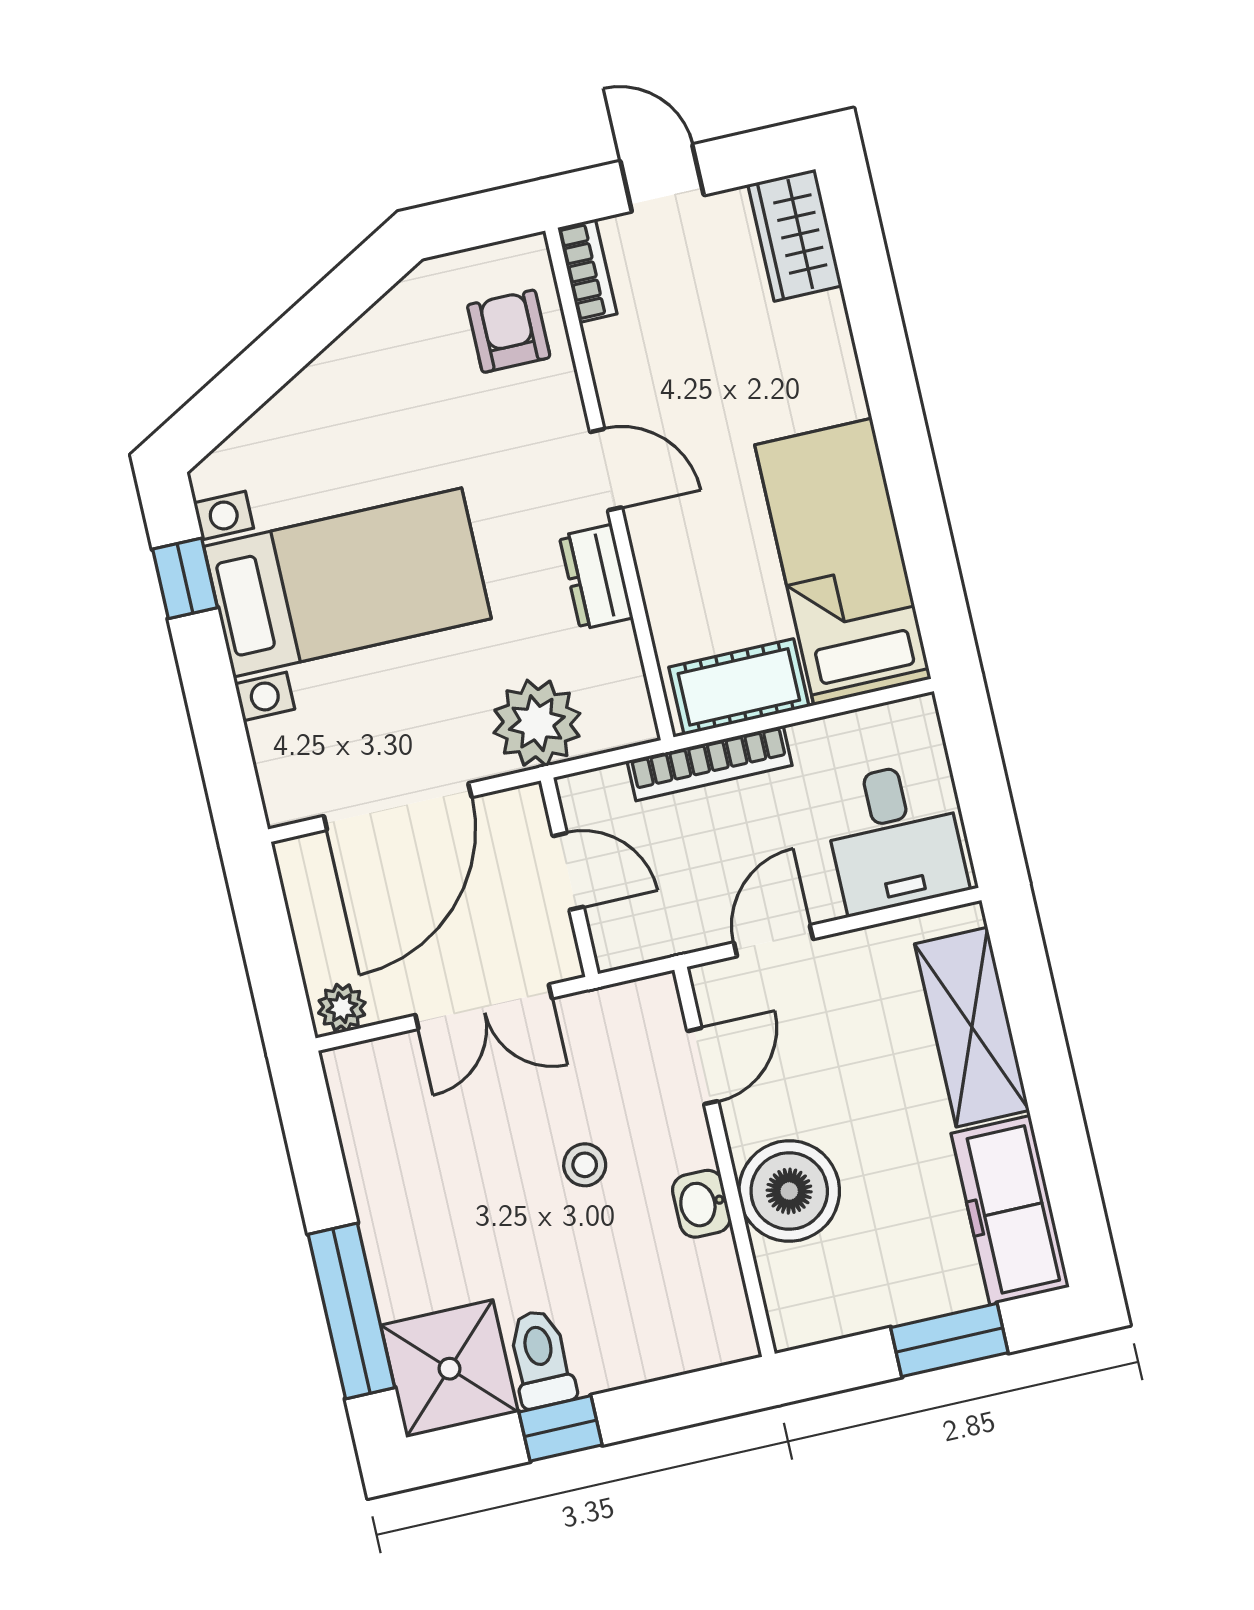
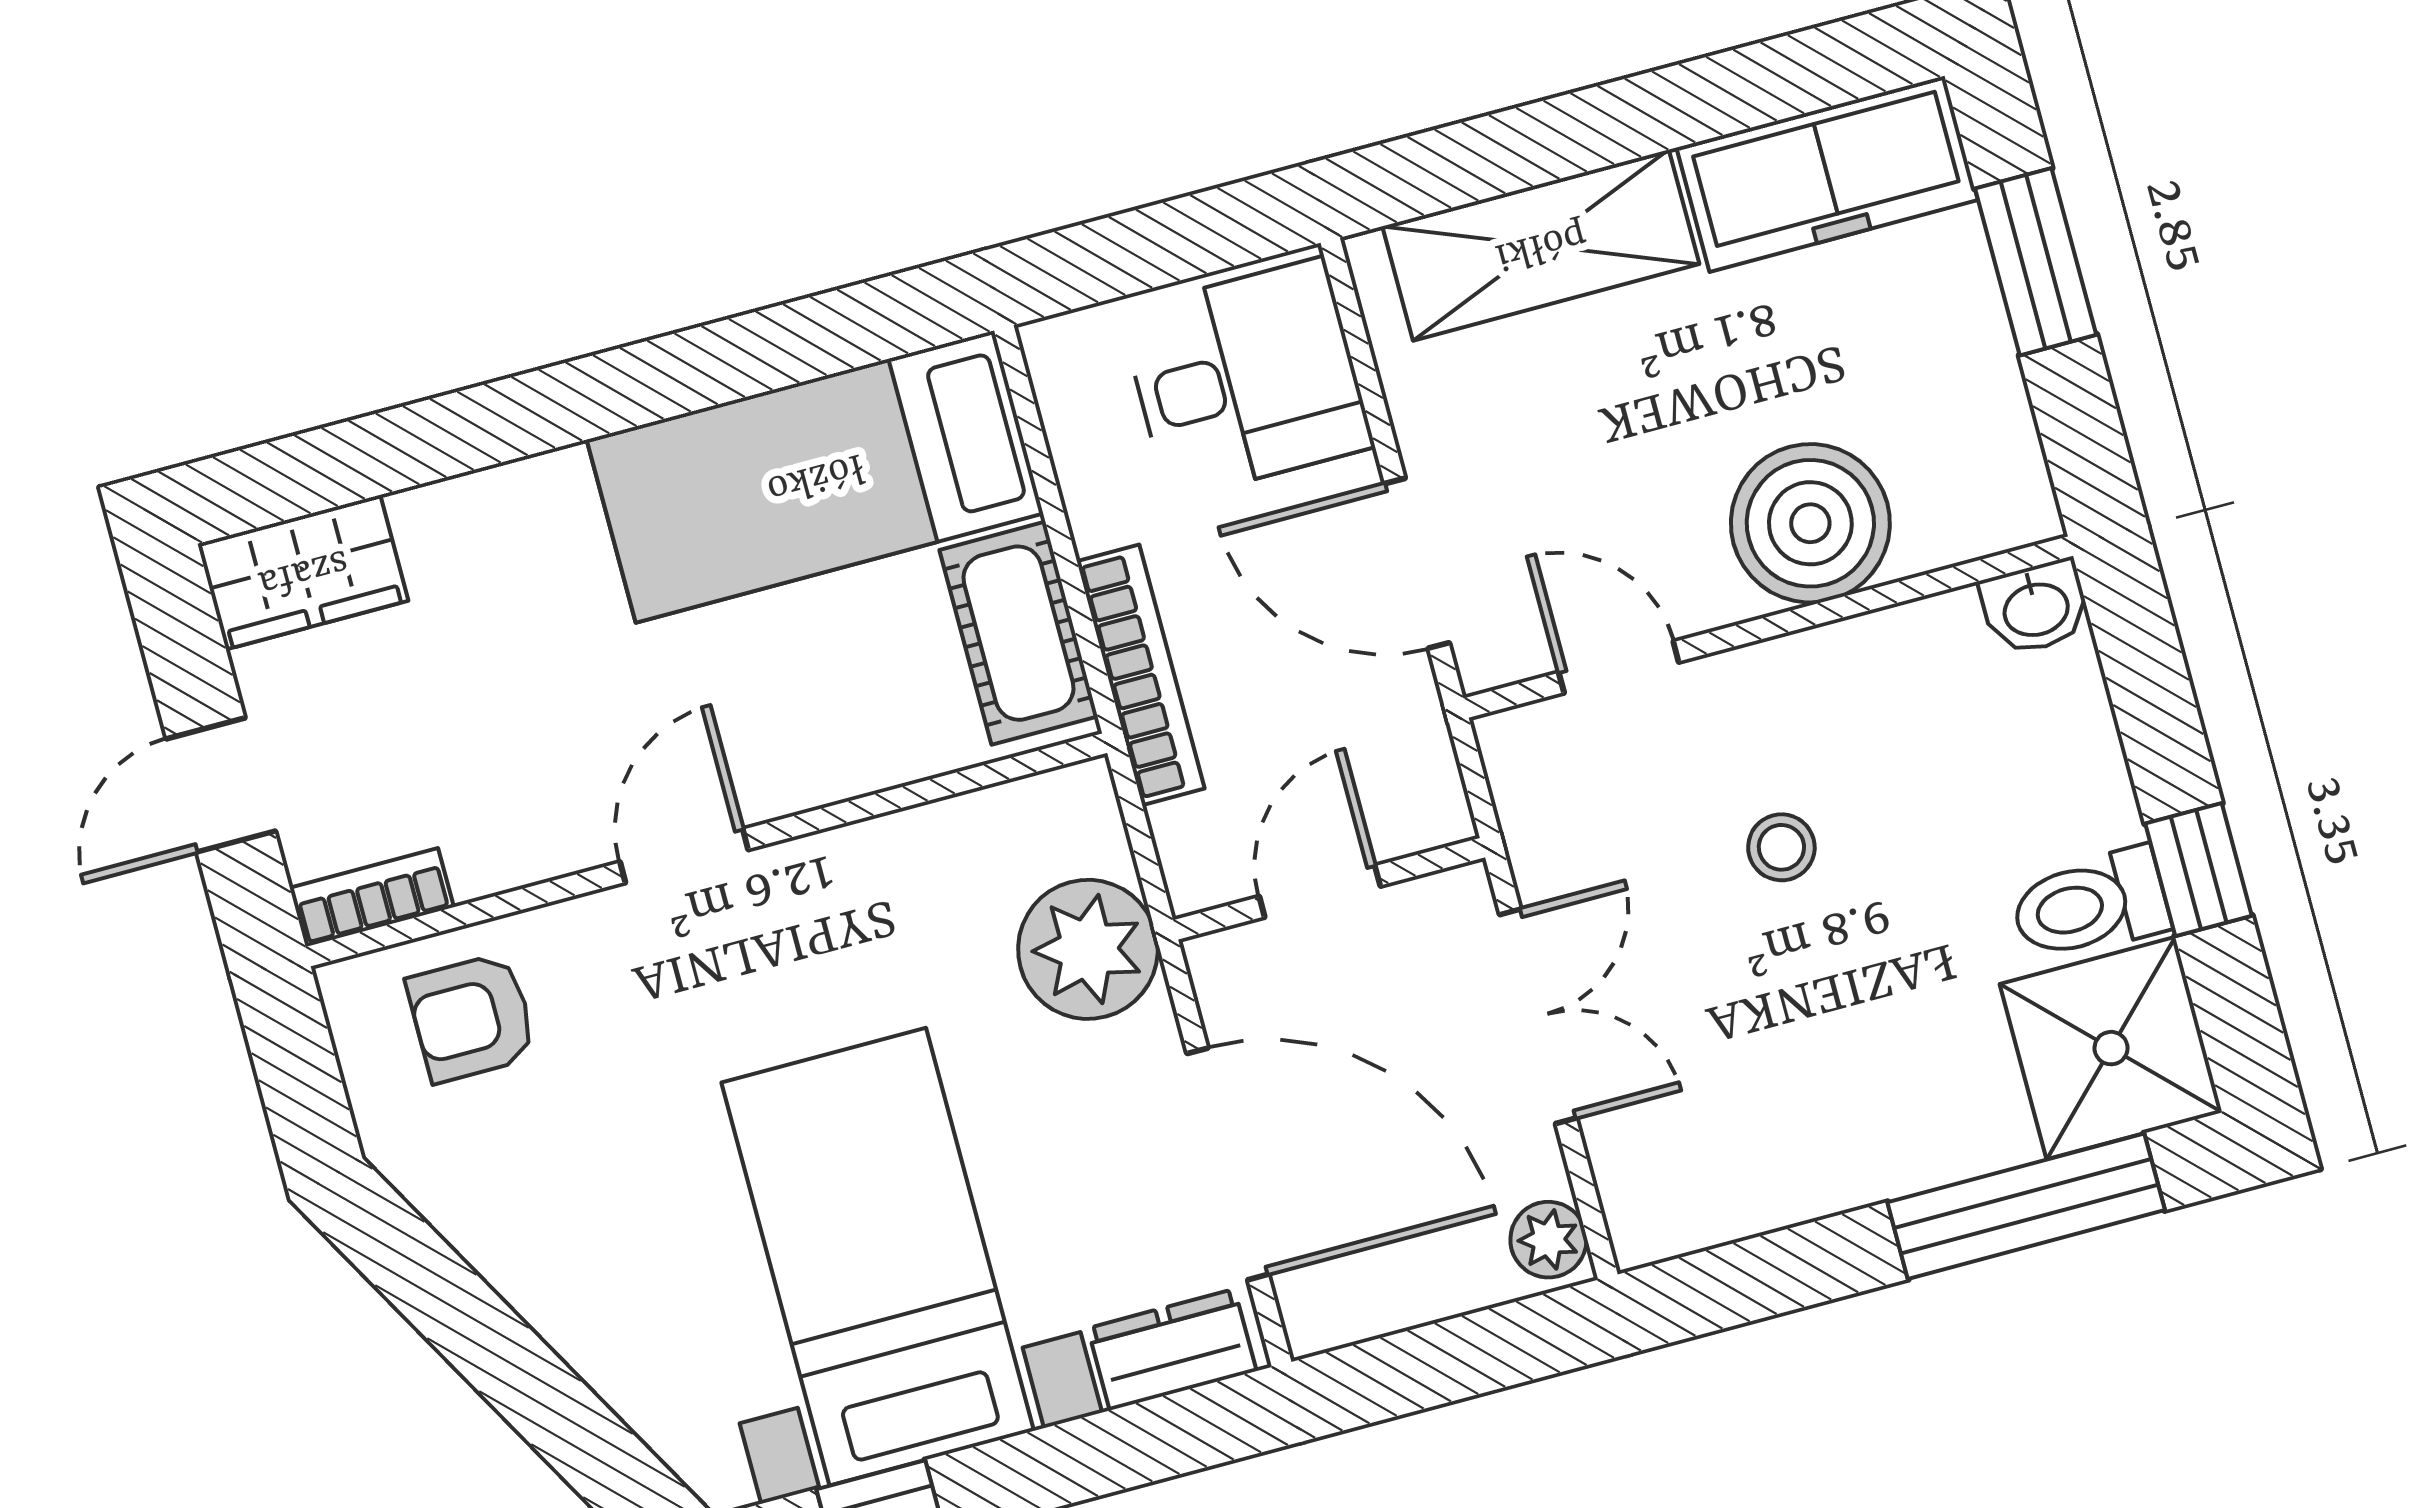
dresser: (596, 577) -> (1172, 1350), moved, turned 180
door: (773, 941) -> (1417, 563), width x1.38
washbasin: (701, 1204) -> (2036, 607), moved

